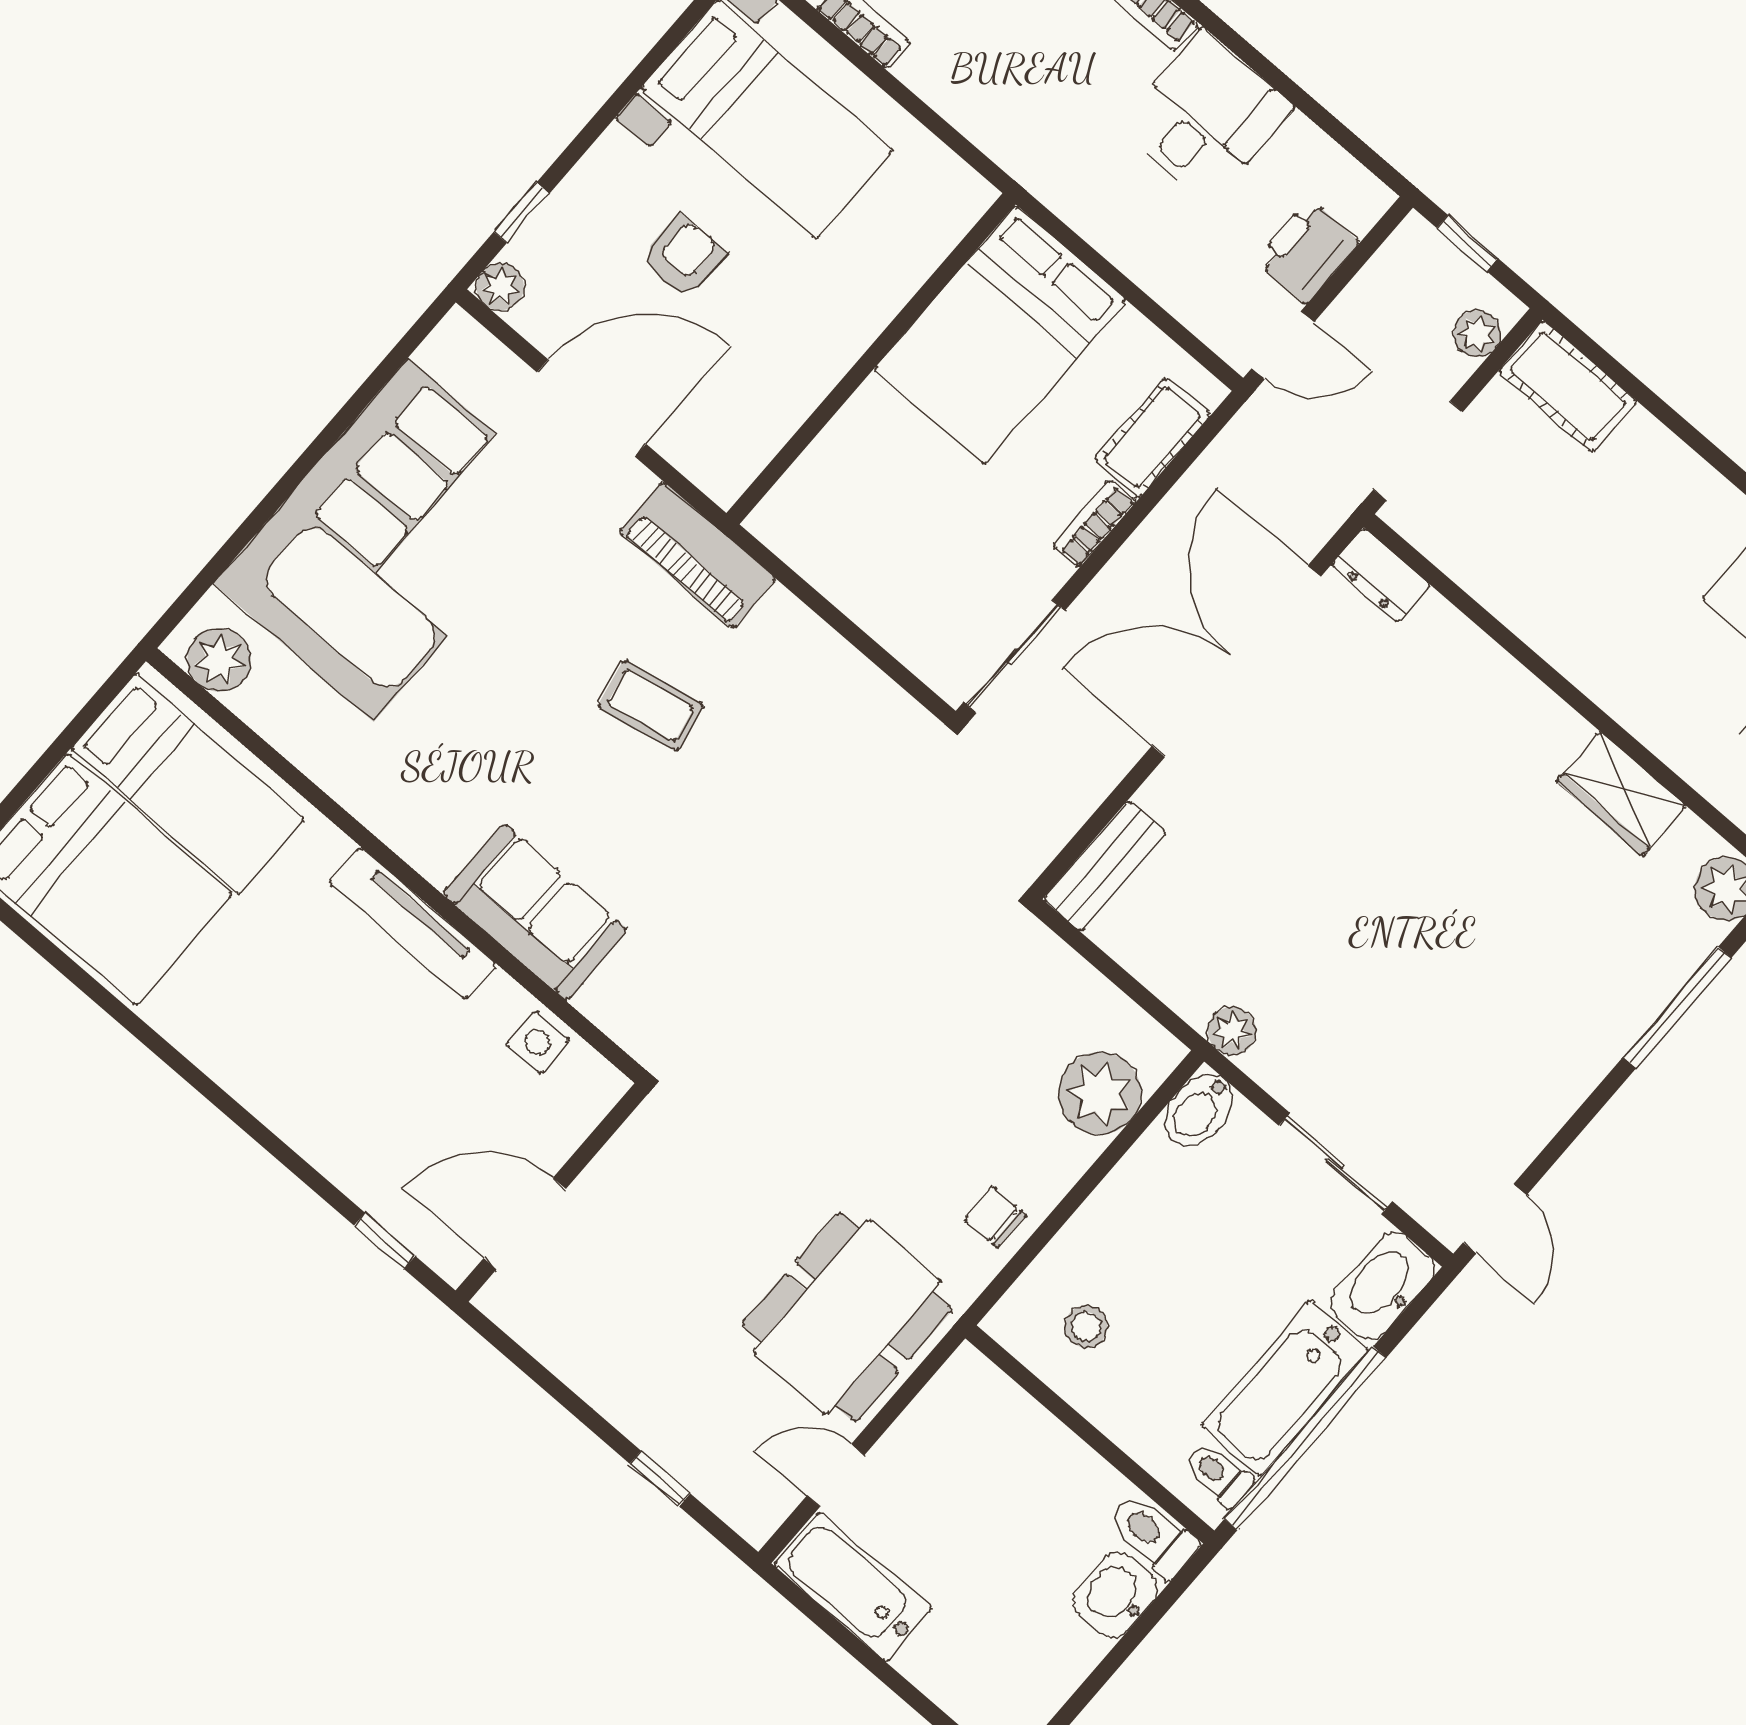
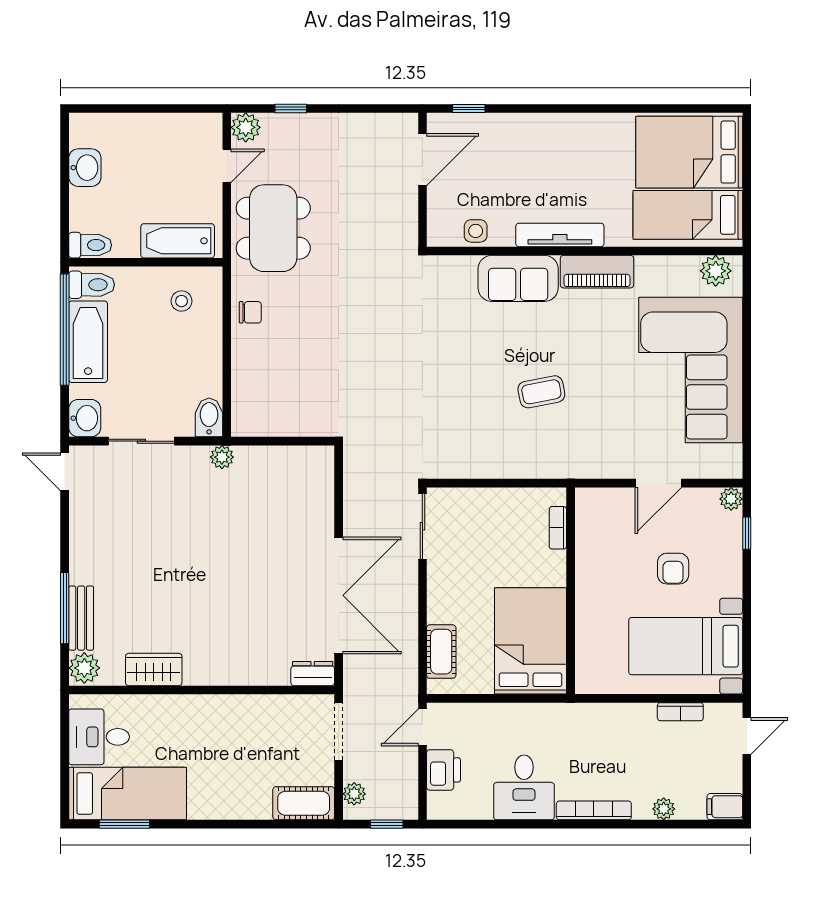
door: (592, 408) -> (658, 483), width x0.73
bookcase: (1094, 524) -> (558, 528), moved, turned 180
piano: (698, 555) -> (597, 272), moved, turned 180
bench: (1104, 866) -> (81, 618), moved
plant: (1100, 1093) -> (246, 127), moved, width x0.73, depth x0.73
washbasin: (1383, 1286) -> (85, 418), width x0.72
toilet: (1218, 1475) -> (92, 285), width x1.37, depth x1.39
bathtub: (853, 1587) -> (178, 241), moved, turned 180
washbasin: (1115, 1595) -> (85, 168), moved

